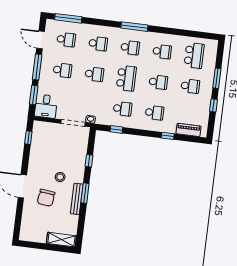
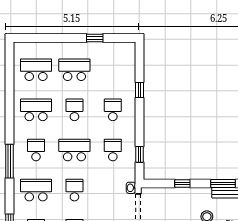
window: (134, 27) -> (9, 161), moved
school desk: (98, 44) -> (36, 190), width x1.85
school desk: (162, 52) -> (36, 110), width x1.85
window: (217, 78) -> (61, 38), removed
school desk: (190, 86) -> (74, 70), width x1.85
piano: (188, 130) -> (129, 65), removed

